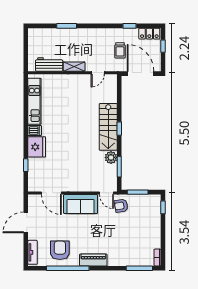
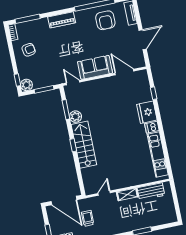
plant: (155, 200) -> (26, 85), added
armchair: (121, 206) -> (29, 50), moved
piano: (93, 260) -> (62, 20), moved

